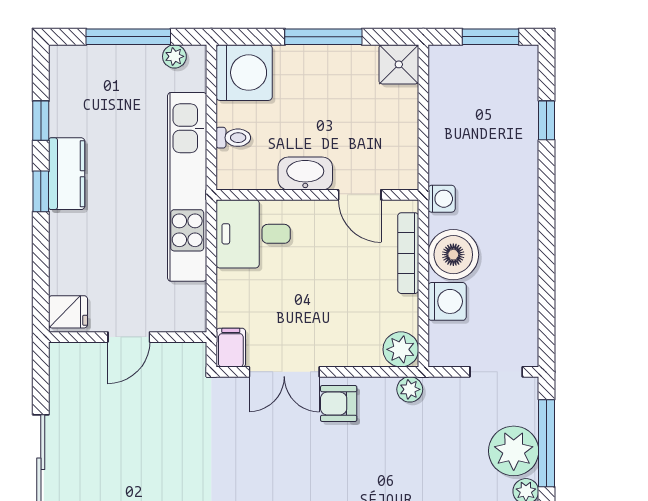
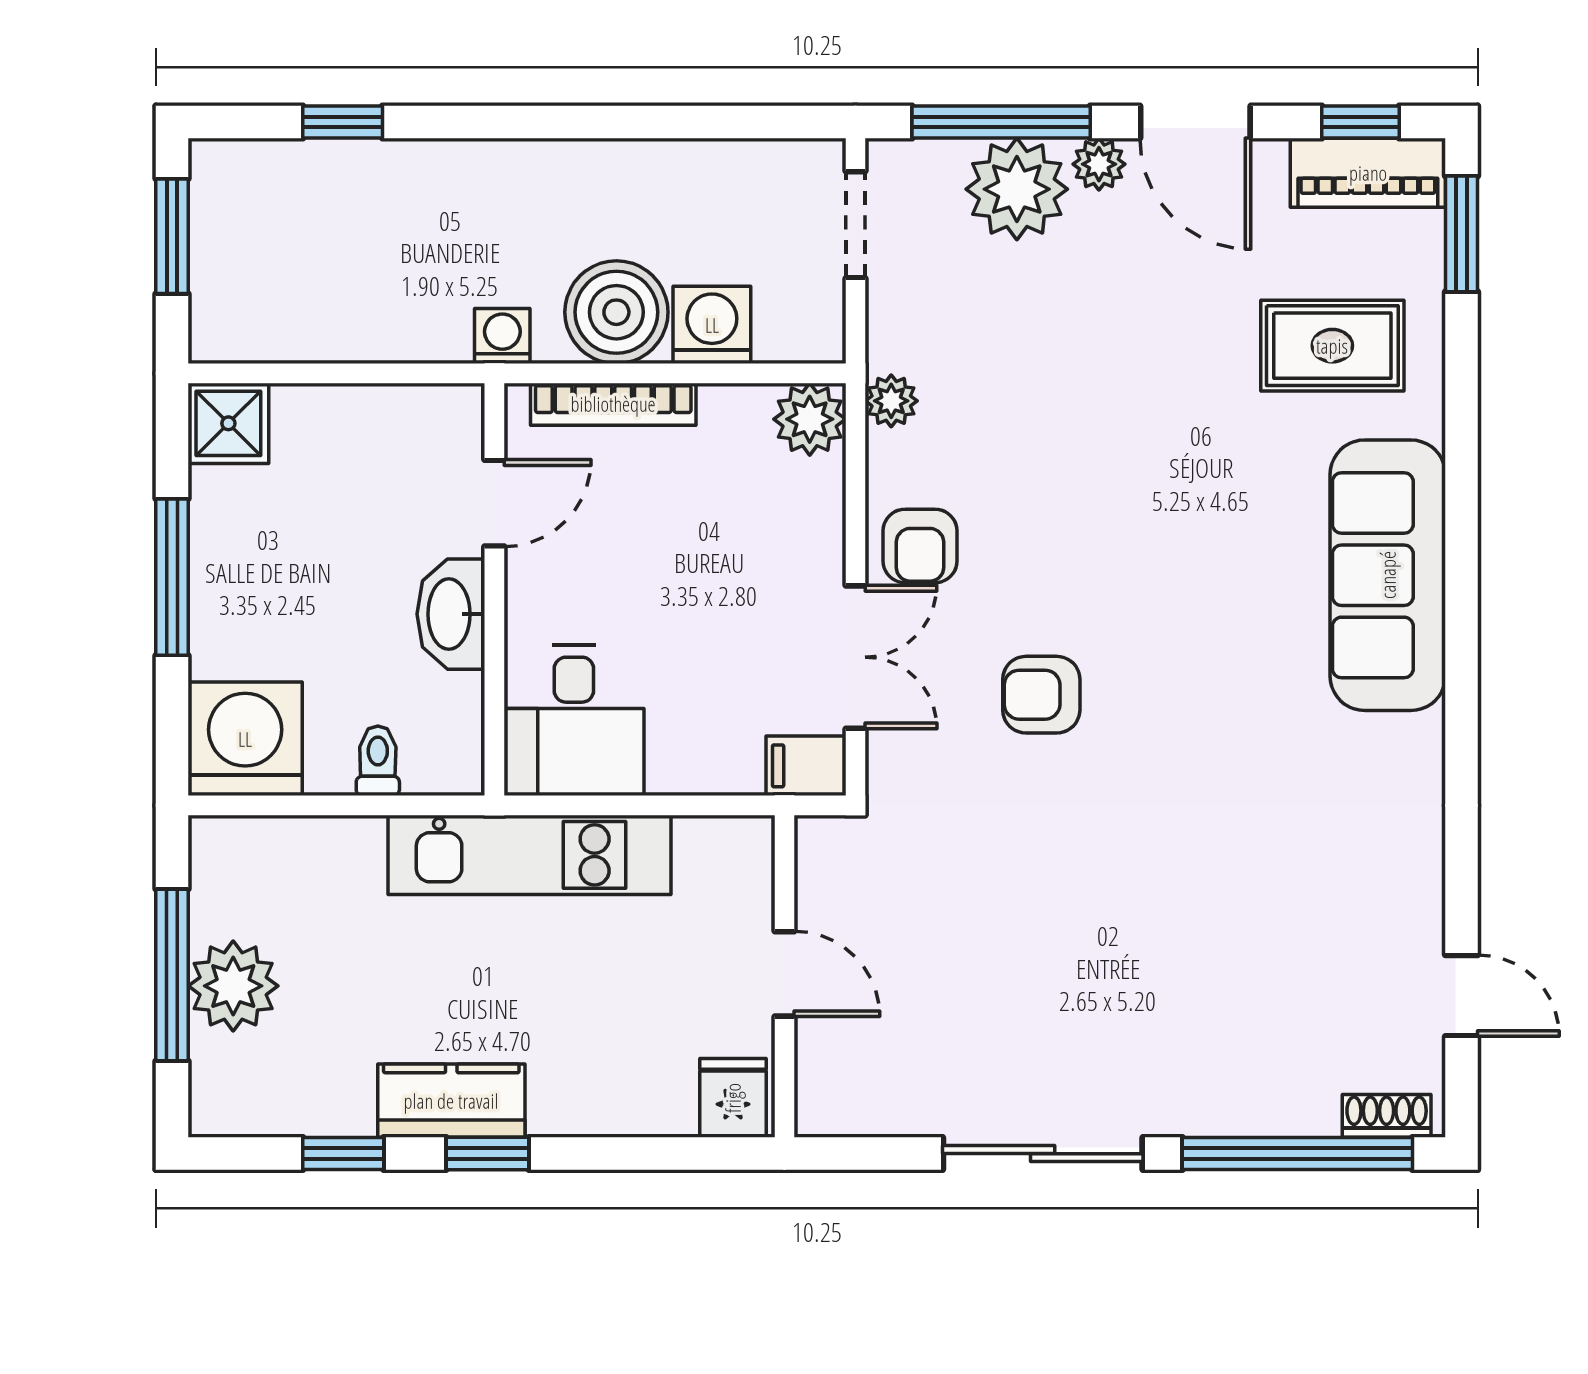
plant: (174, 56) -> (233, 986), moved, width x1.87, depth x1.87
kitchen unit: (187, 187) -> (530, 855), width x0.73
armchair: (266, 463) -> (1041, 695), added

